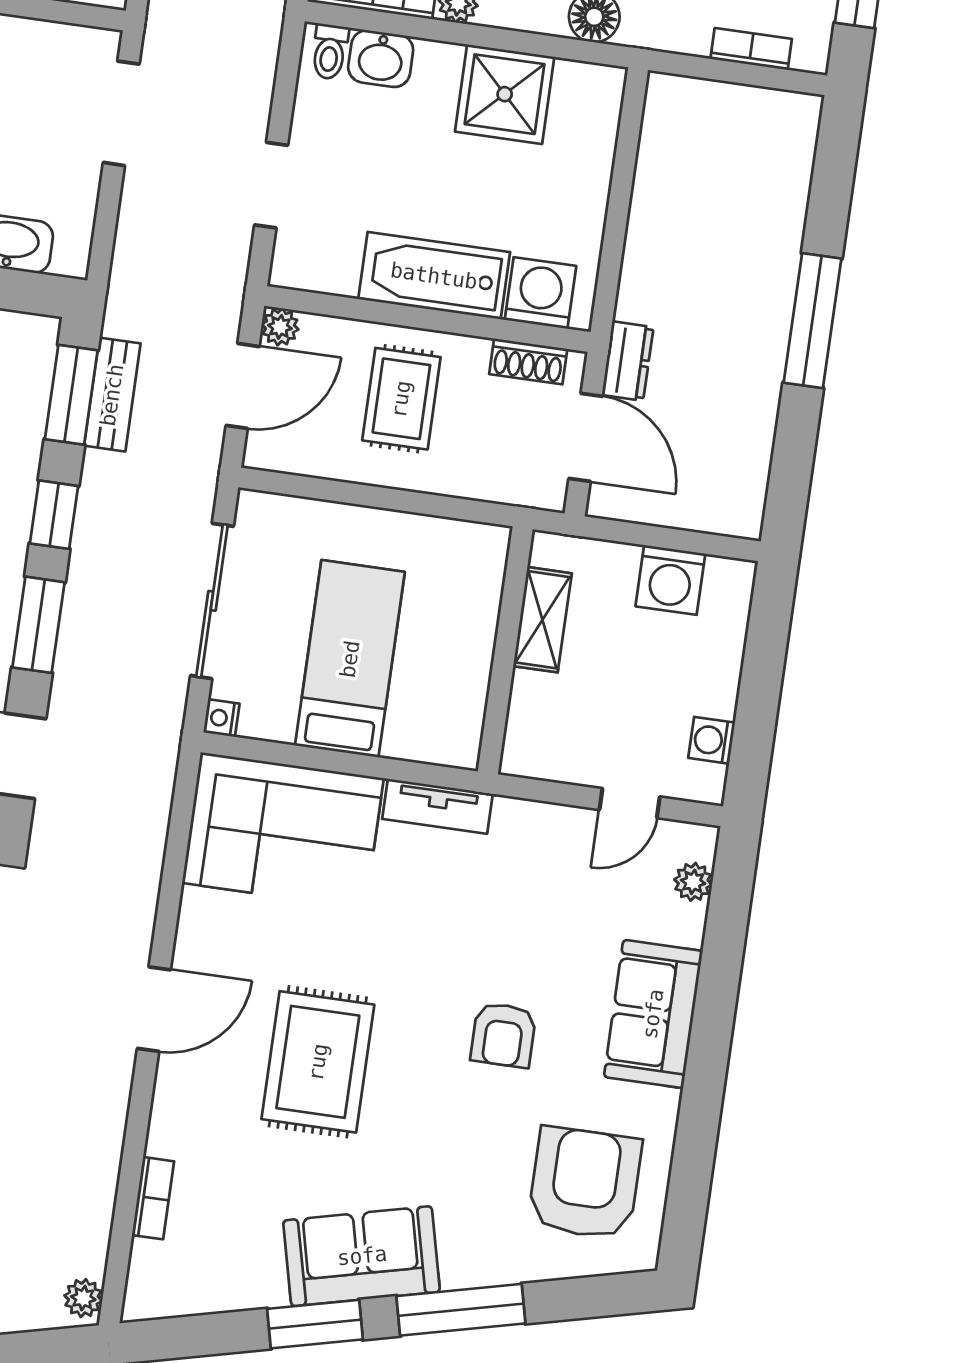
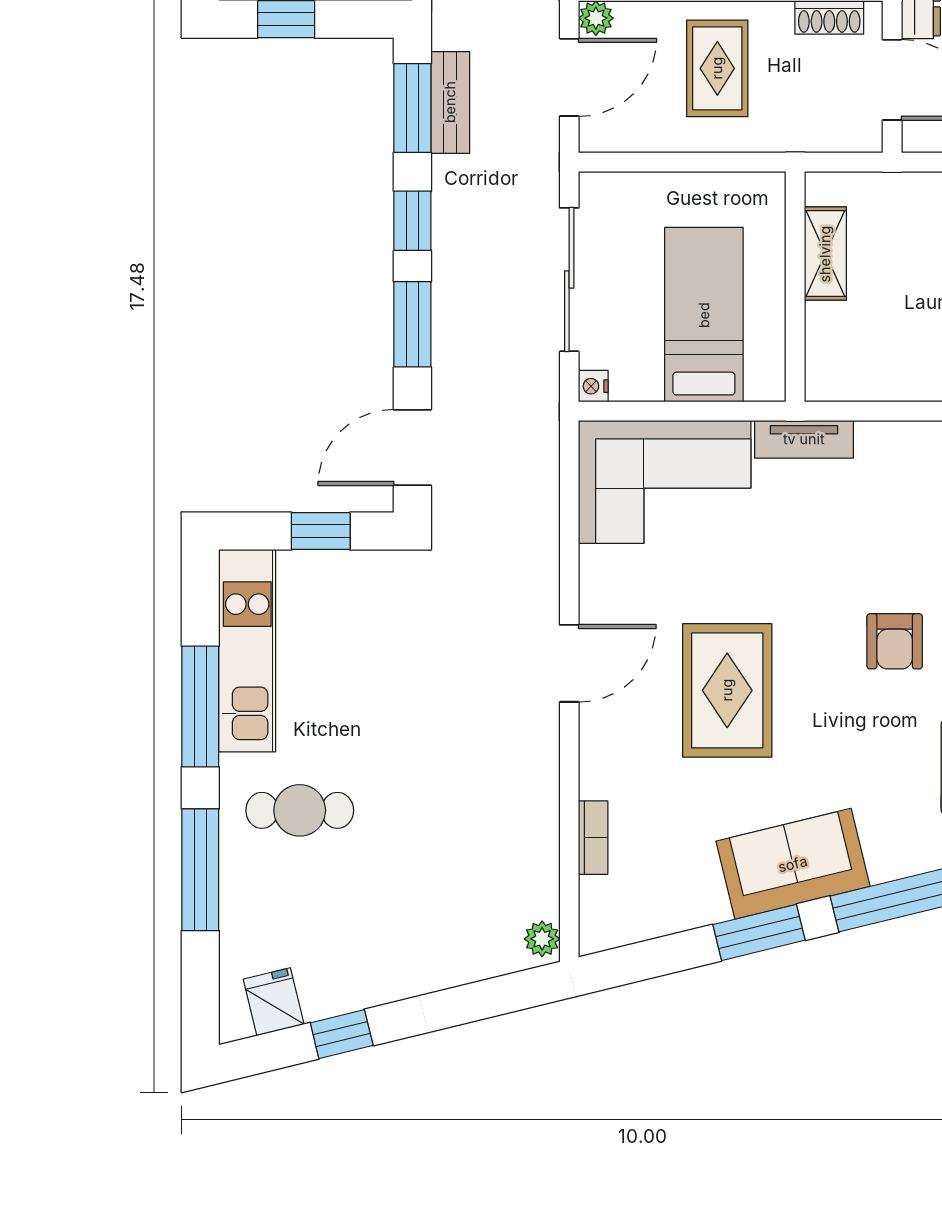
shelving: (542, 620) -> (825, 254), moved
wall: (505, 650) -> (795, 287), moved

